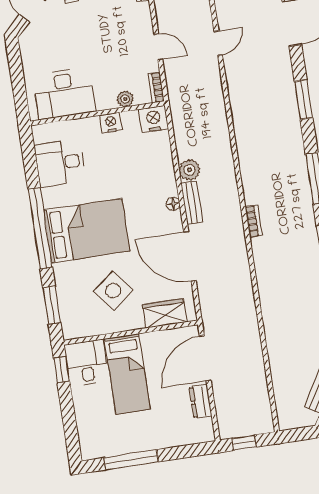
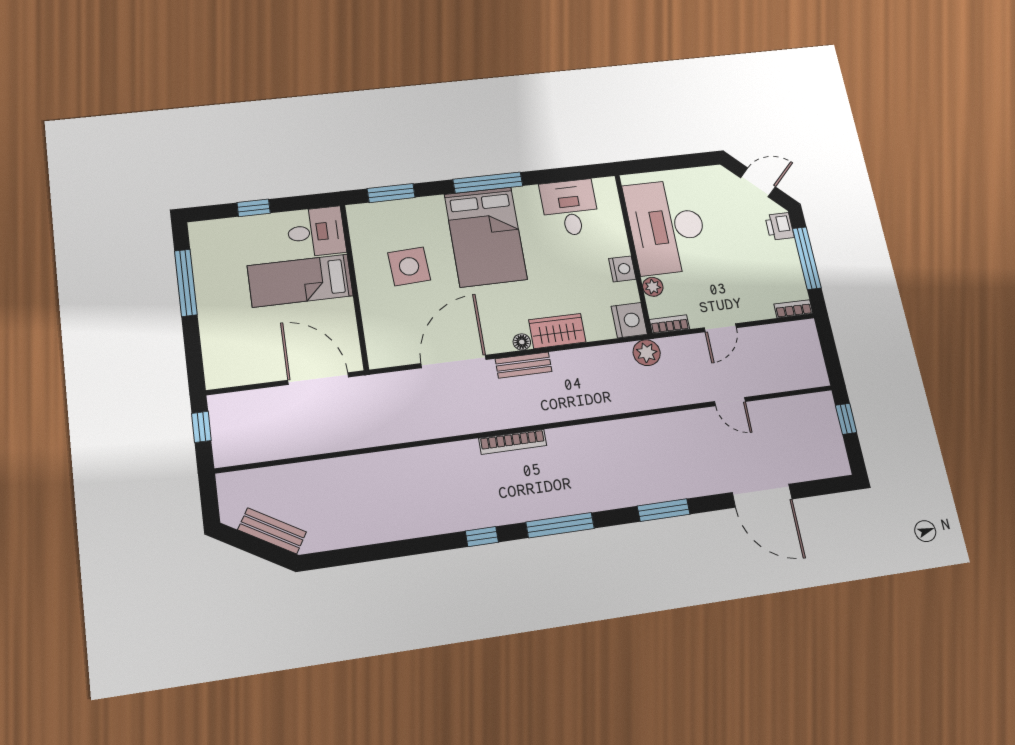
desk: (64, 93) -> (667, 227), width x1.36, depth x1.30
plant: (189, 170) -> (647, 353), moved
bookcase: (254, 221) -> (513, 442), width x1.56
window: (40, 228) -> (488, 183), width x0.68
side table: (113, 291) -> (409, 266), turned 35
wardrobe: (164, 313) -> (557, 331), moved, turned -90
window: (62, 370) -> (254, 208), moved
dresser: (201, 401) -> (260, 372), removed

